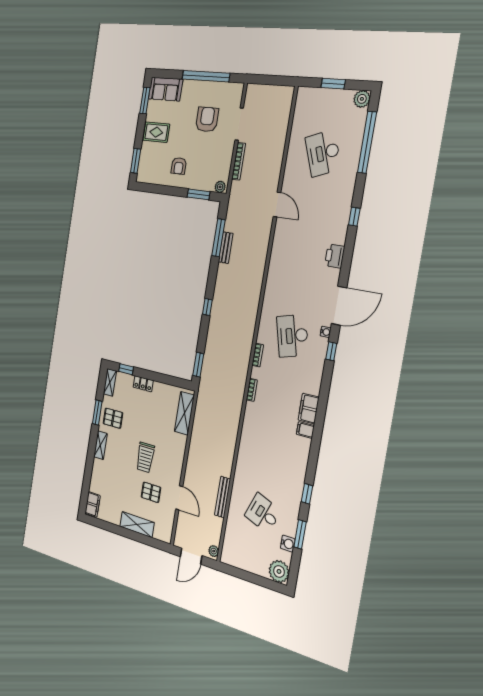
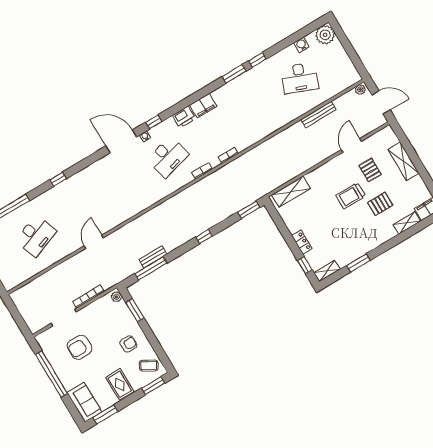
coffee table: (152, 170) -> (149, 366), added
printer: (335, 256) -> (184, 117), moved
pallet: (113, 418) -> (380, 204), moved, turned 90
filing cabinet: (305, 430) -> (219, 96), removed
shelving: (100, 445) -> (407, 223), moved
trolley: (145, 457) -> (351, 196), turned 180
desk: (263, 513) -> (300, 78), width x1.37
window: (300, 534) -> (234, 74), moved

